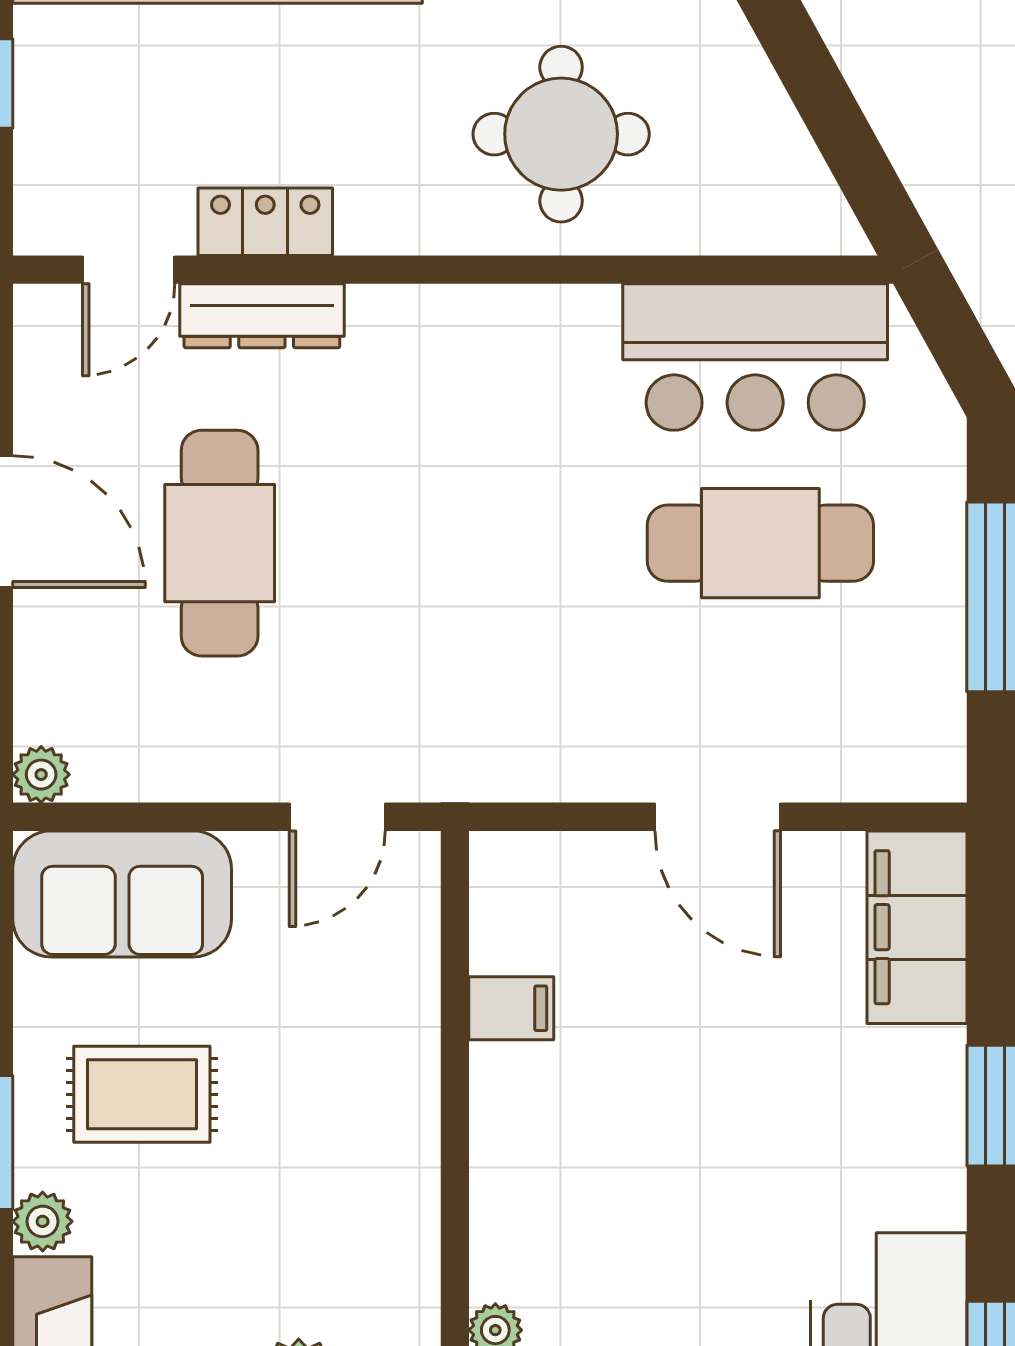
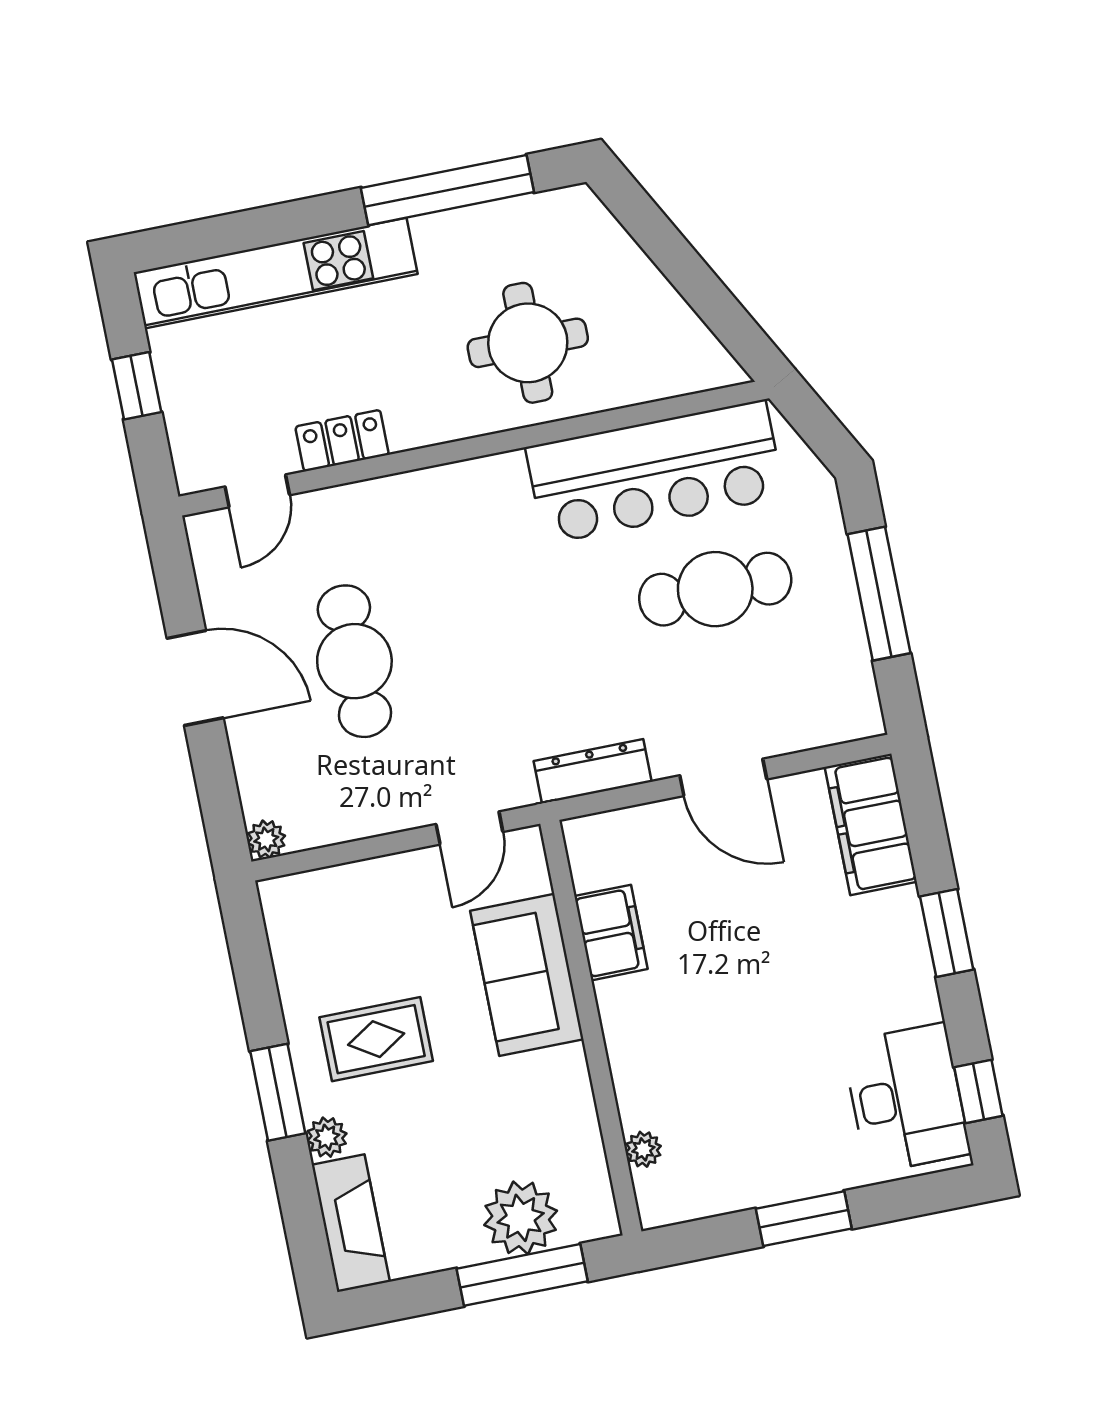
dresser: (262, 316) -> (593, 771), moved, turned 180
bar counter: (755, 357) -> (655, 472), width x1.36
sofa: (122, 894) -> (527, 975), moved, turned 90
filing cabinet: (511, 1008) -> (611, 933), width x2.00

